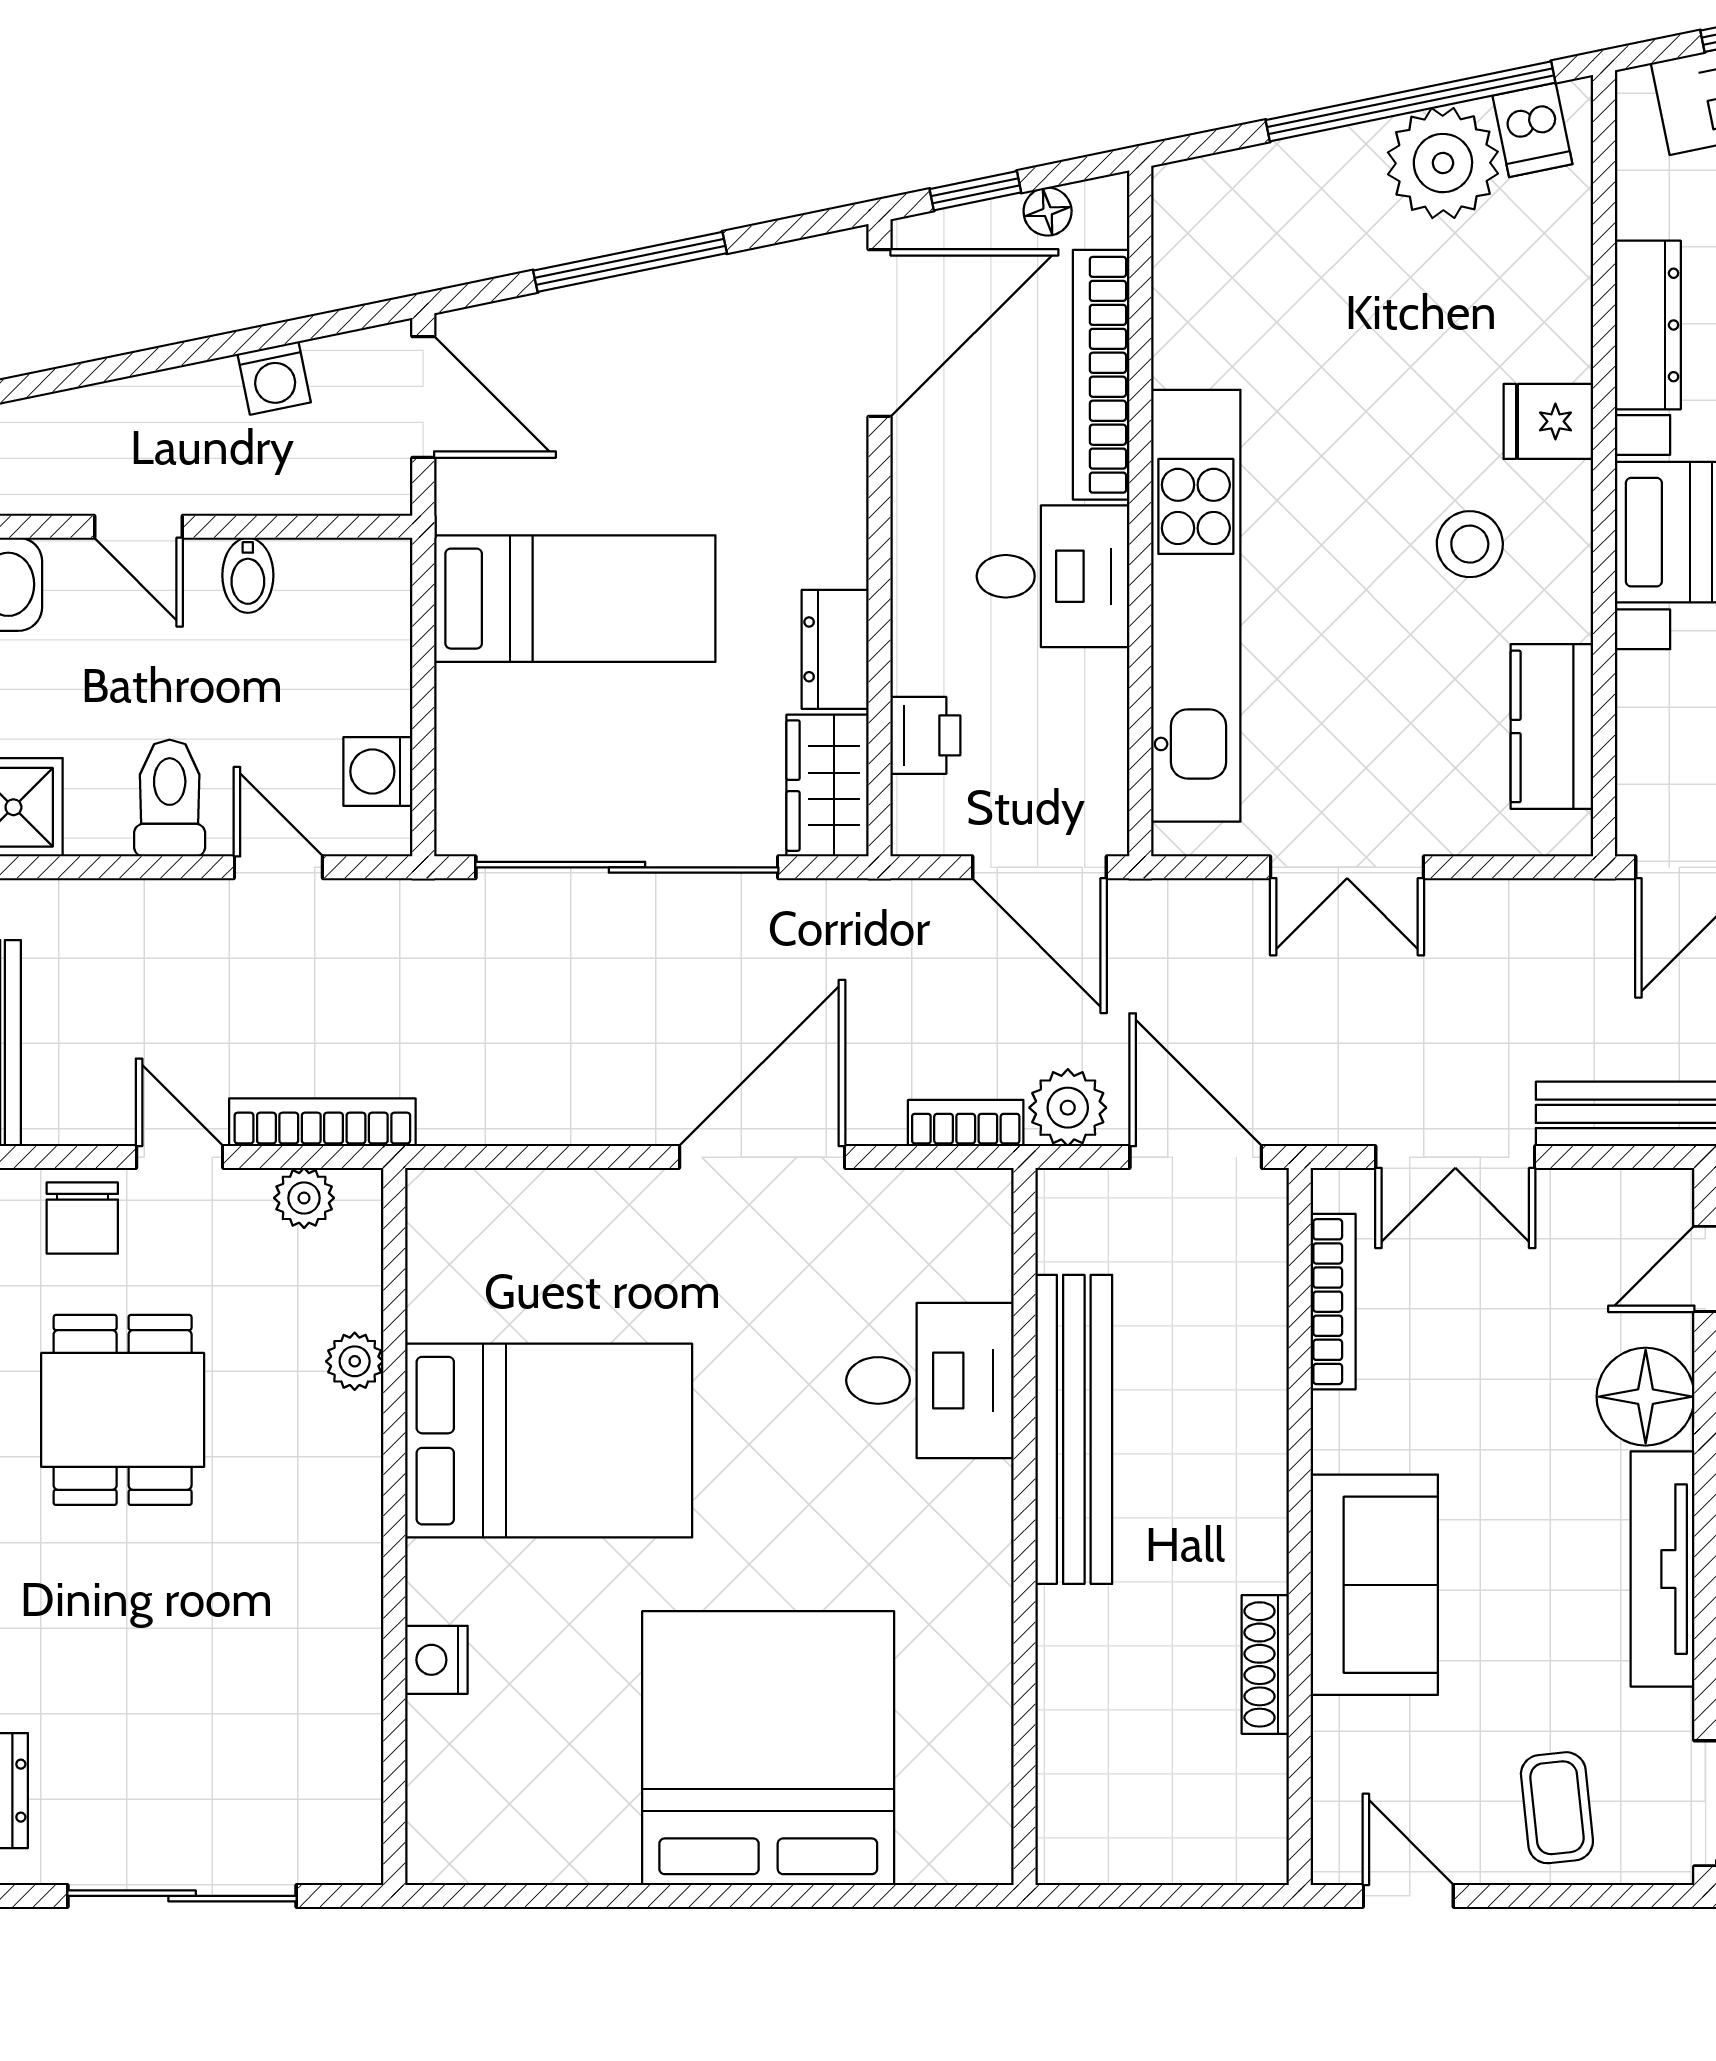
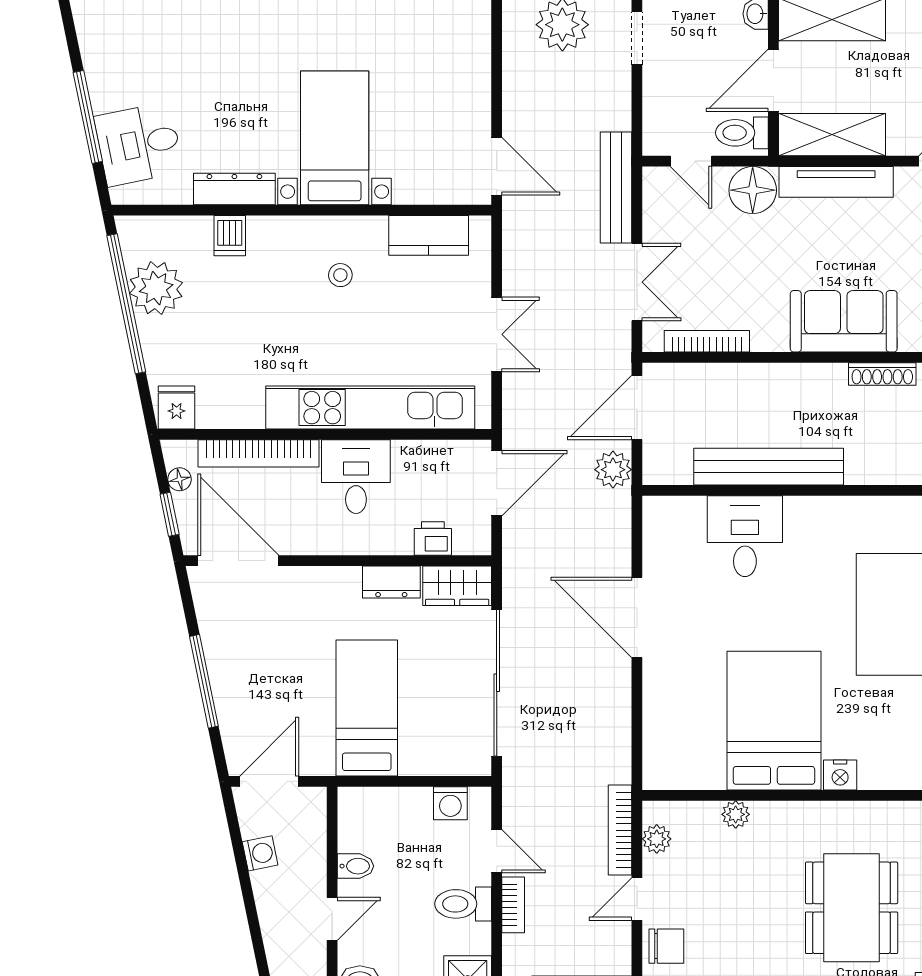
dishwasher: (1532, 130) -> (230, 236), moved, turned 102
fridge: (1548, 421) -> (177, 408), moved, turned 180
stool: (1470, 544) -> (340, 275), width x0.73, depth x0.73
door: (278, 867) -> (497, 851), swing flipped
bookcase: (966, 1123) -> (513, 905), moved, turned 180
dining table: (123, 1410) -> (852, 908), moved, width x1.38
nightstand: (436, 1660) -> (840, 775), moved

